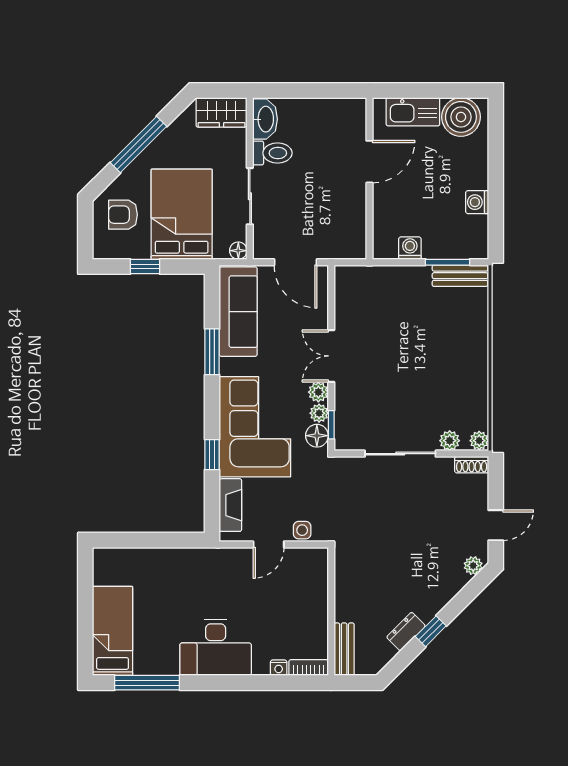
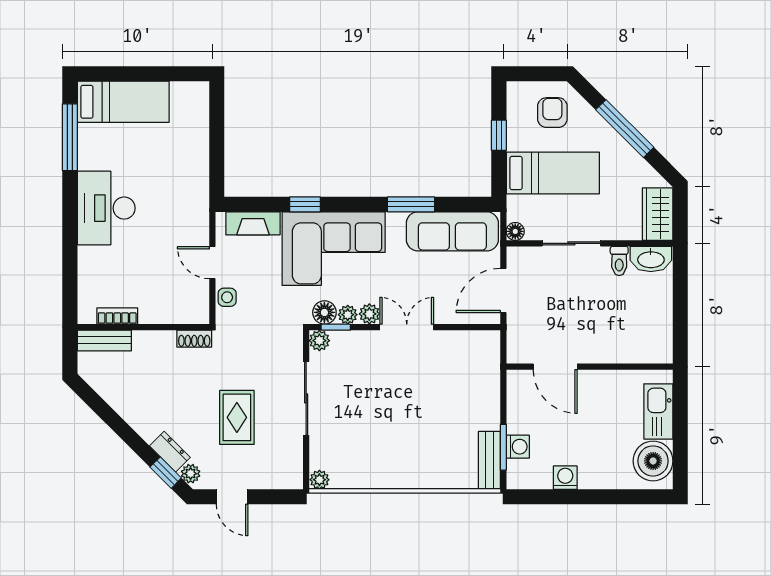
toilet: (272, 153) -> (619, 261), width x0.73, depth x0.72
door: (369, 162) -> (555, 367), moved
bed: (182, 214) -> (553, 173), width x0.67
washing machine: (410, 248) -> (518, 447), moved
plant: (450, 441) -> (319, 341), moved
shoe rack: (472, 465) -> (194, 339), moved, turned -90
rug: (419, 521) -> (237, 417), added
window: (431, 631) -> (166, 473), moved
dresser: (406, 632) -> (170, 452), moved
nightstand: (279, 668) -> (85, 273), removed
bookcase: (309, 668) -> (117, 316), moved, turned -90

